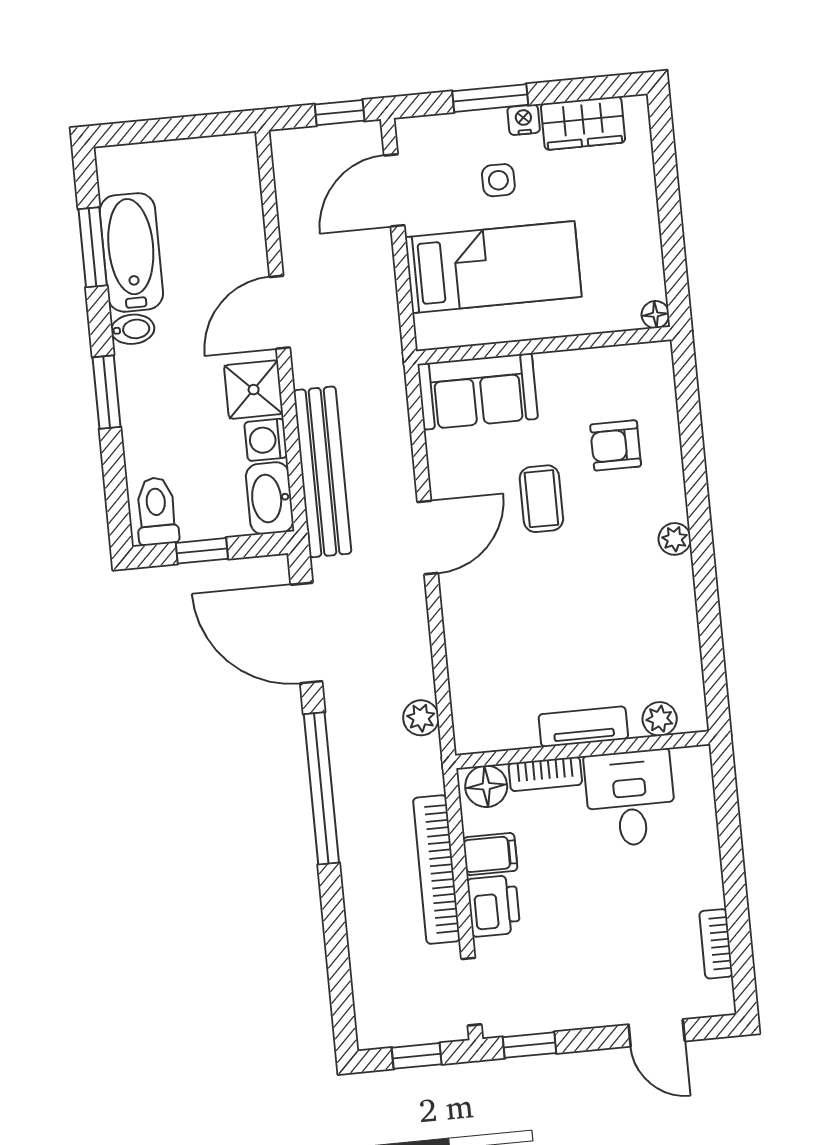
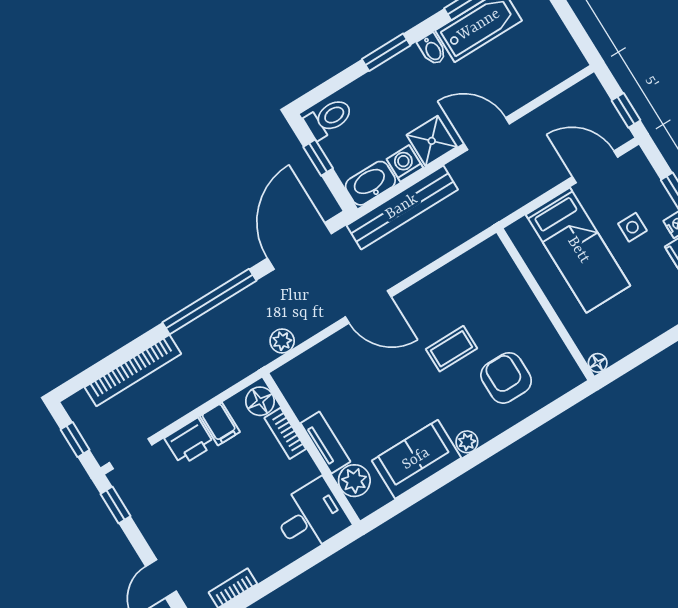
sofa: (478, 391) -> (416, 459), moved, turned 90
armchair: (616, 445) -> (506, 378), width x1.38, depth x1.38
door: (428, 538) -> (368, 307), moved
plant: (660, 719) -> (354, 481), width x1.38, depth x1.38
desk: (630, 798) -> (311, 517), moved
bookcase: (437, 870) -> (133, 370), moved, turned 180

